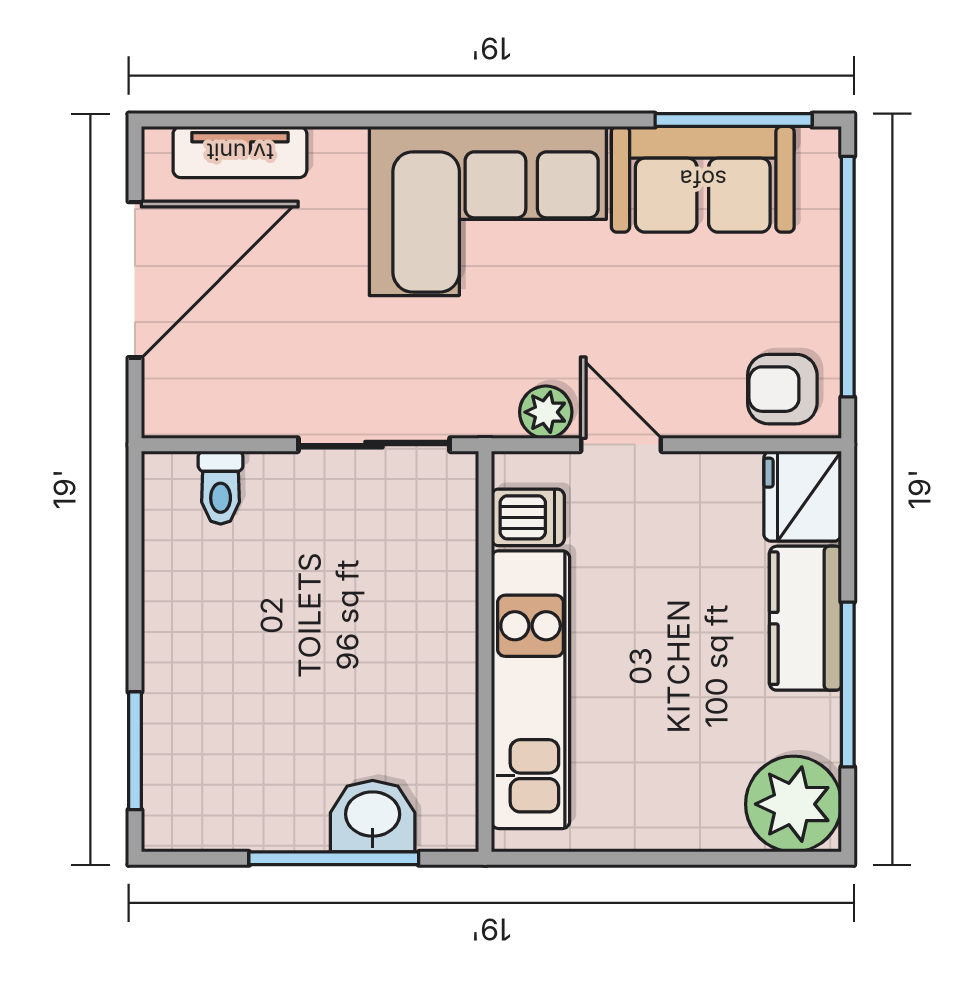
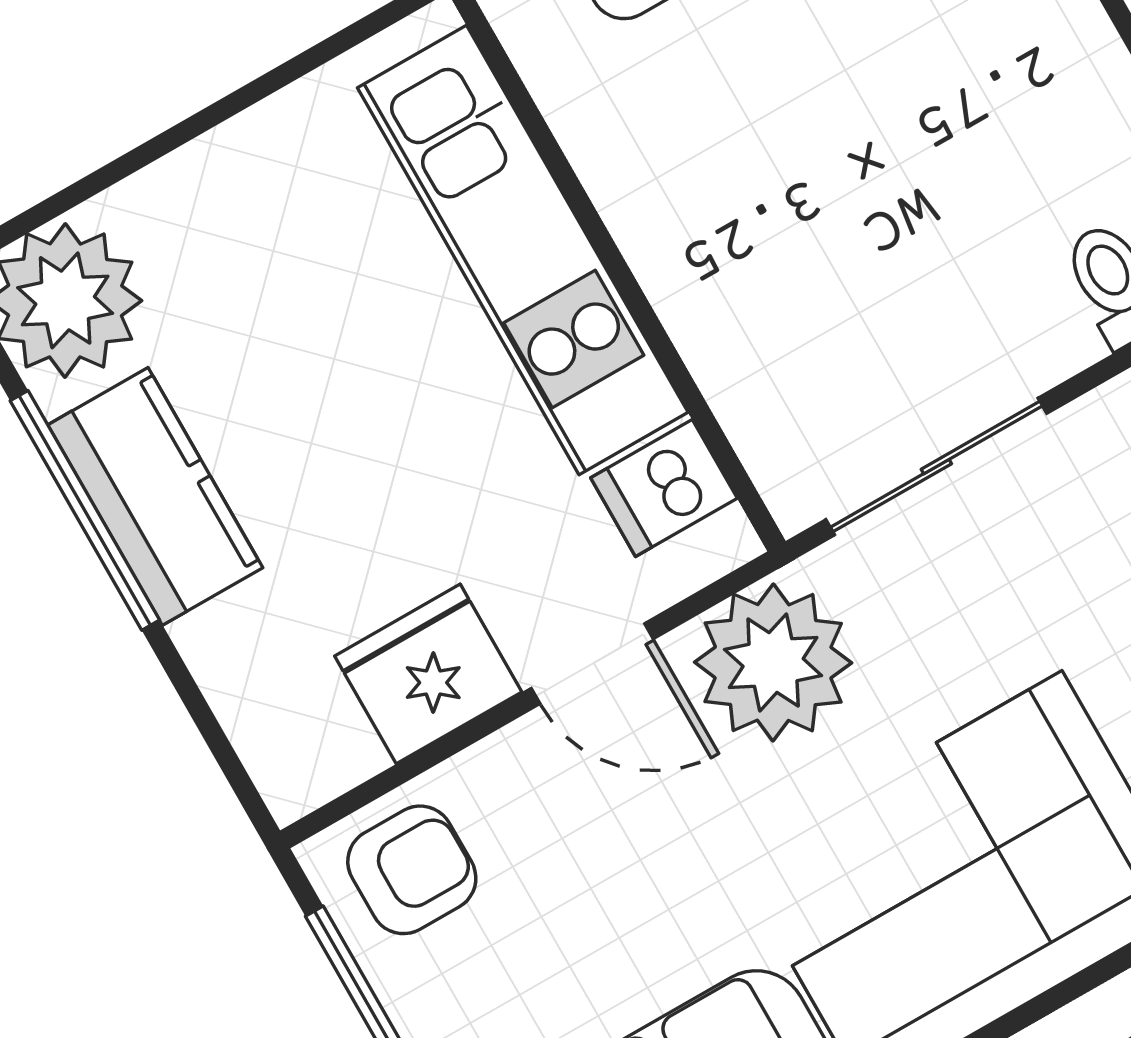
plant: (546, 412) -> (773, 662), width x1.88, depth x1.88
fridge: (803, 496) -> (428, 674), moved, turned -90
kitchen counter: (805, 618) -> (155, 496), moved

